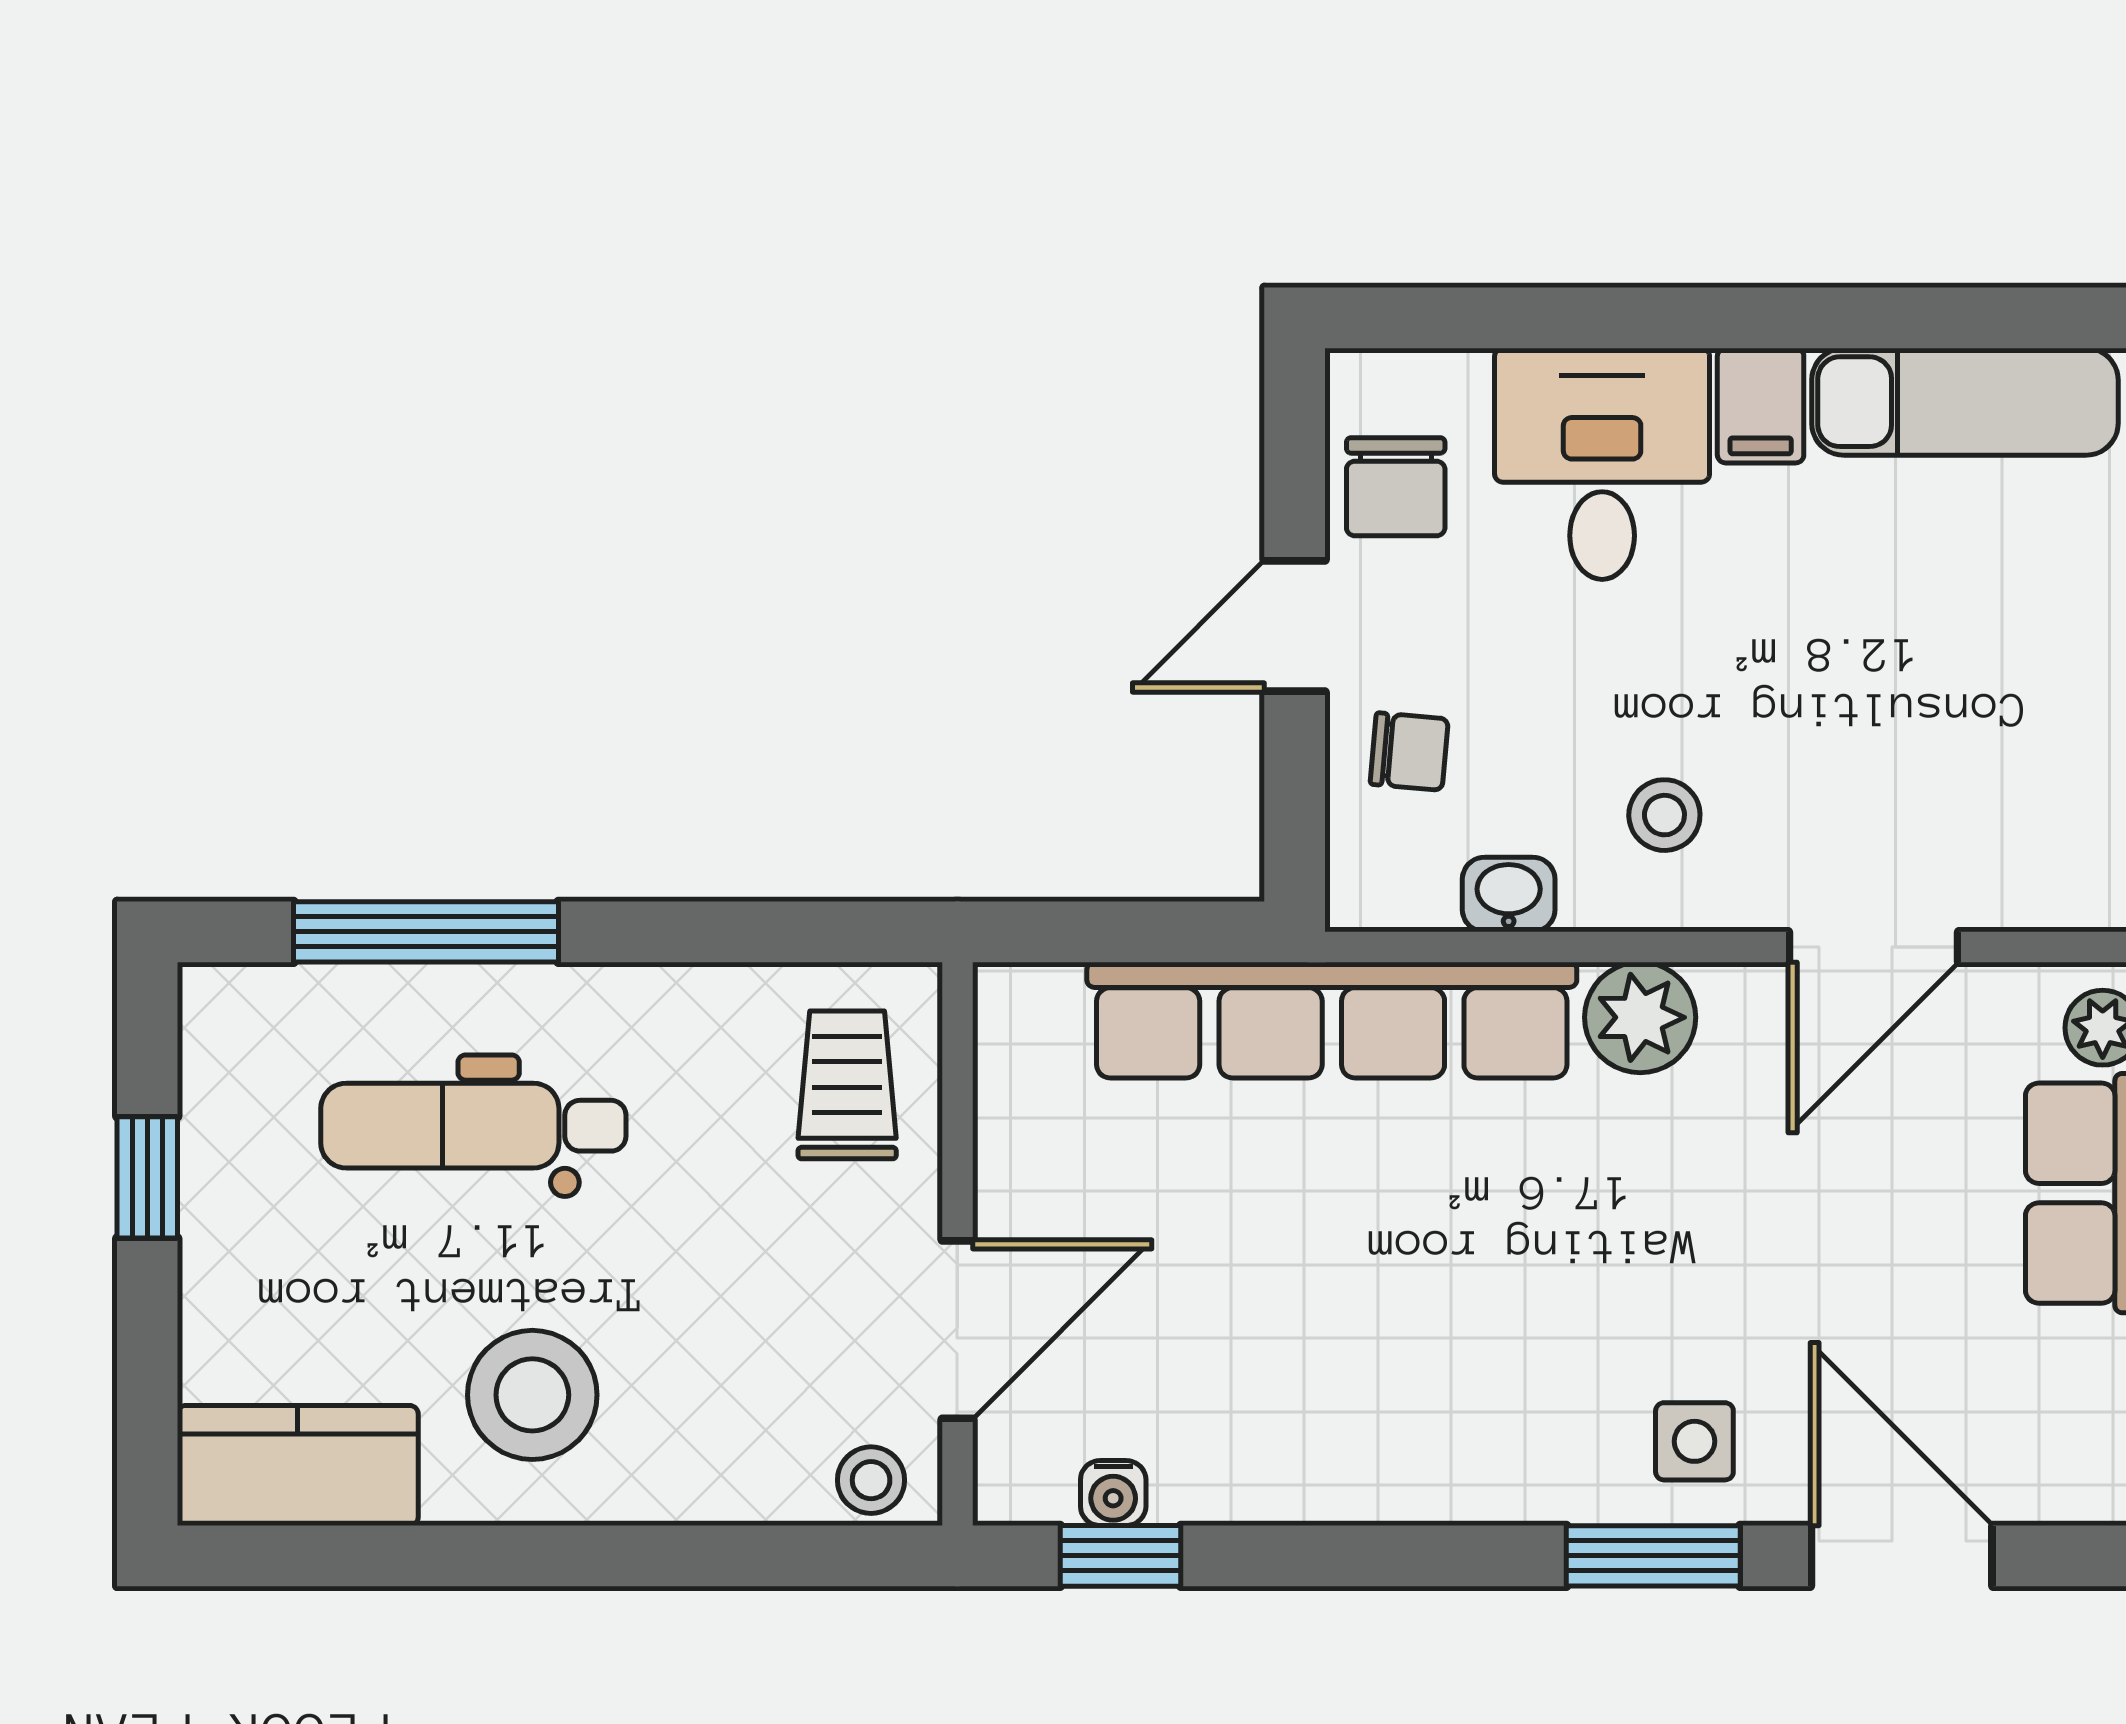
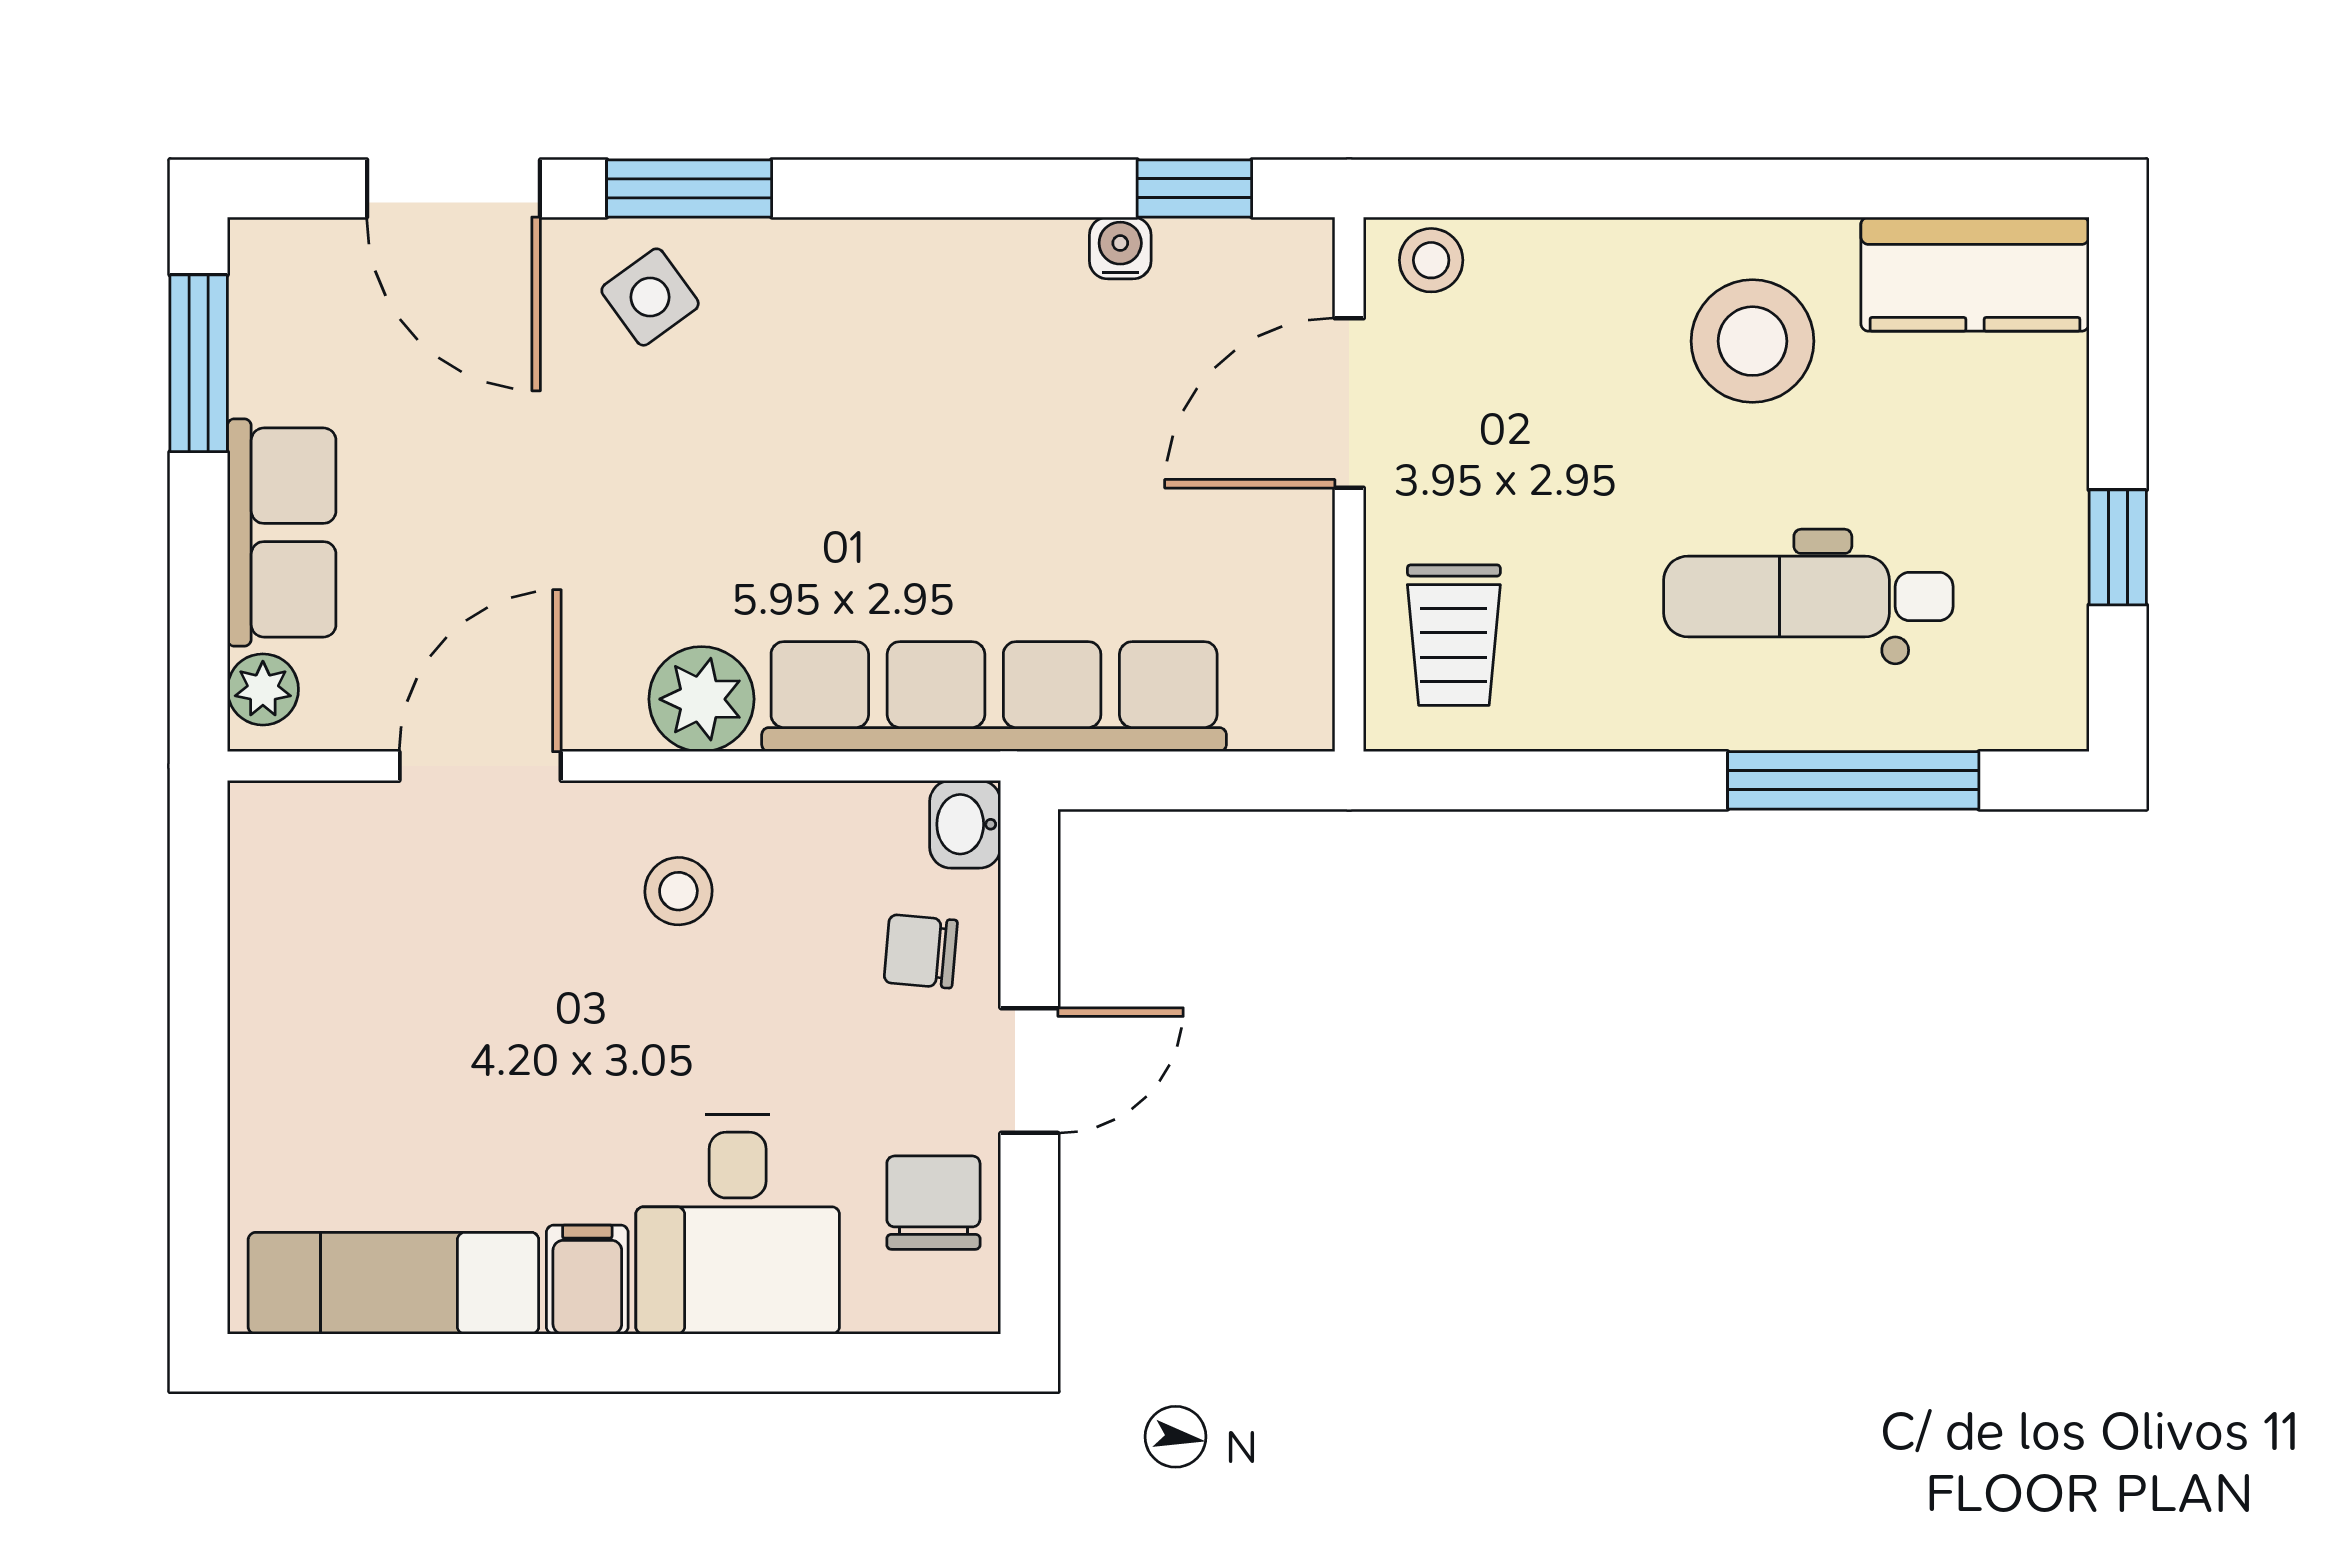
washbasin: (1509, 894) -> (965, 824), moved, turned 90
dental chair: (473, 1126) -> (1808, 596), turned 180
side table: (1694, 1441) -> (650, 297), turned -36
water cooler: (1113, 1493) -> (1120, 248), moved

